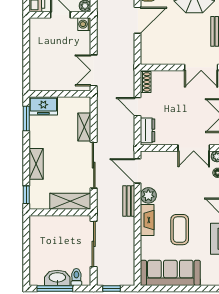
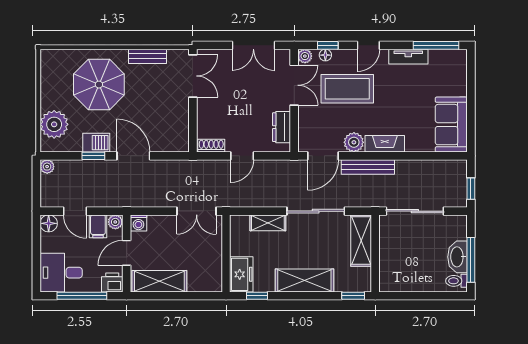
shelving: (38, 41) -> (159, 281), added
window: (26, 118) -> (257, 296), width x0.67
dresser: (148, 130) -> (282, 127), moved, turned -90
shelving: (36, 164) -> (304, 280), width x1.50, depth x1.33
bench: (129, 201) -> (368, 167), width x1.36
coffee table: (180, 230) -> (347, 89), moved, width x1.36, depth x1.32
sofa: (170, 273) -> (451, 125), width x0.73
toilet: (76, 277) -> (456, 281), moved

